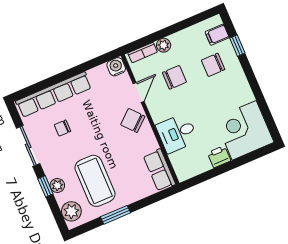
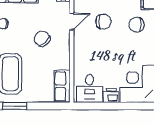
chair: (133, 121) -> (42, 39), moved
desk: (177, 133) -> (90, 88), moved, turned -90

